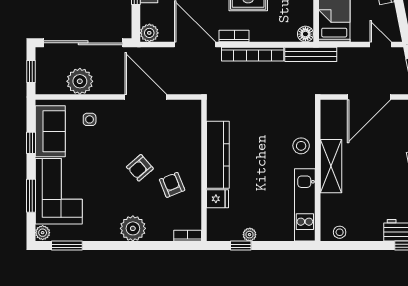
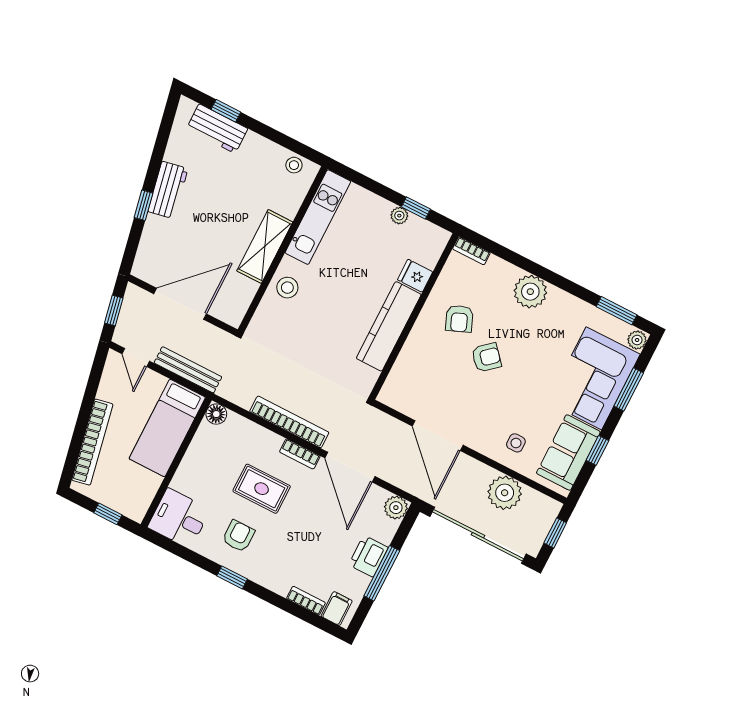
bench: (311, 54) -> (188, 370), moved

